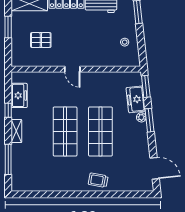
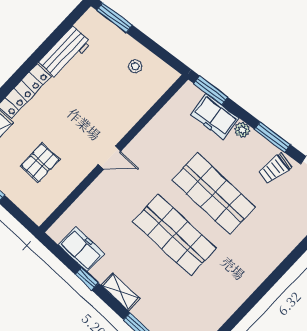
window: (149, 120) -> (272, 137), moved
trolley: (98, 180) -> (275, 168), moved

